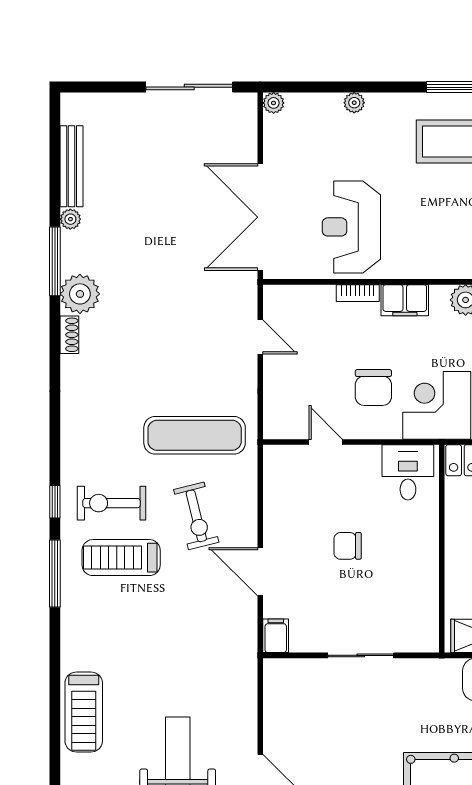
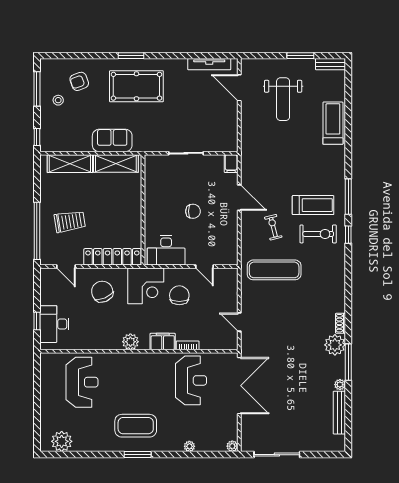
desk: (408, 472) -> (166, 250), width x1.37
exercise bike: (196, 516) -> (273, 227), width x0.73, depth x0.72

